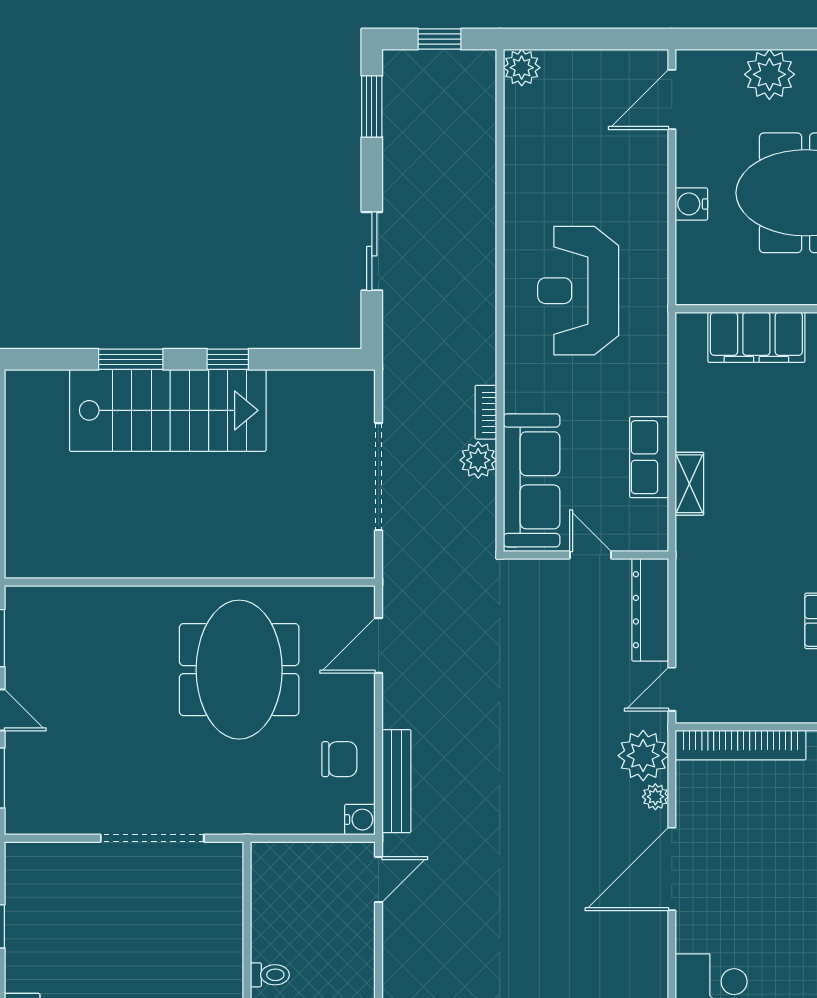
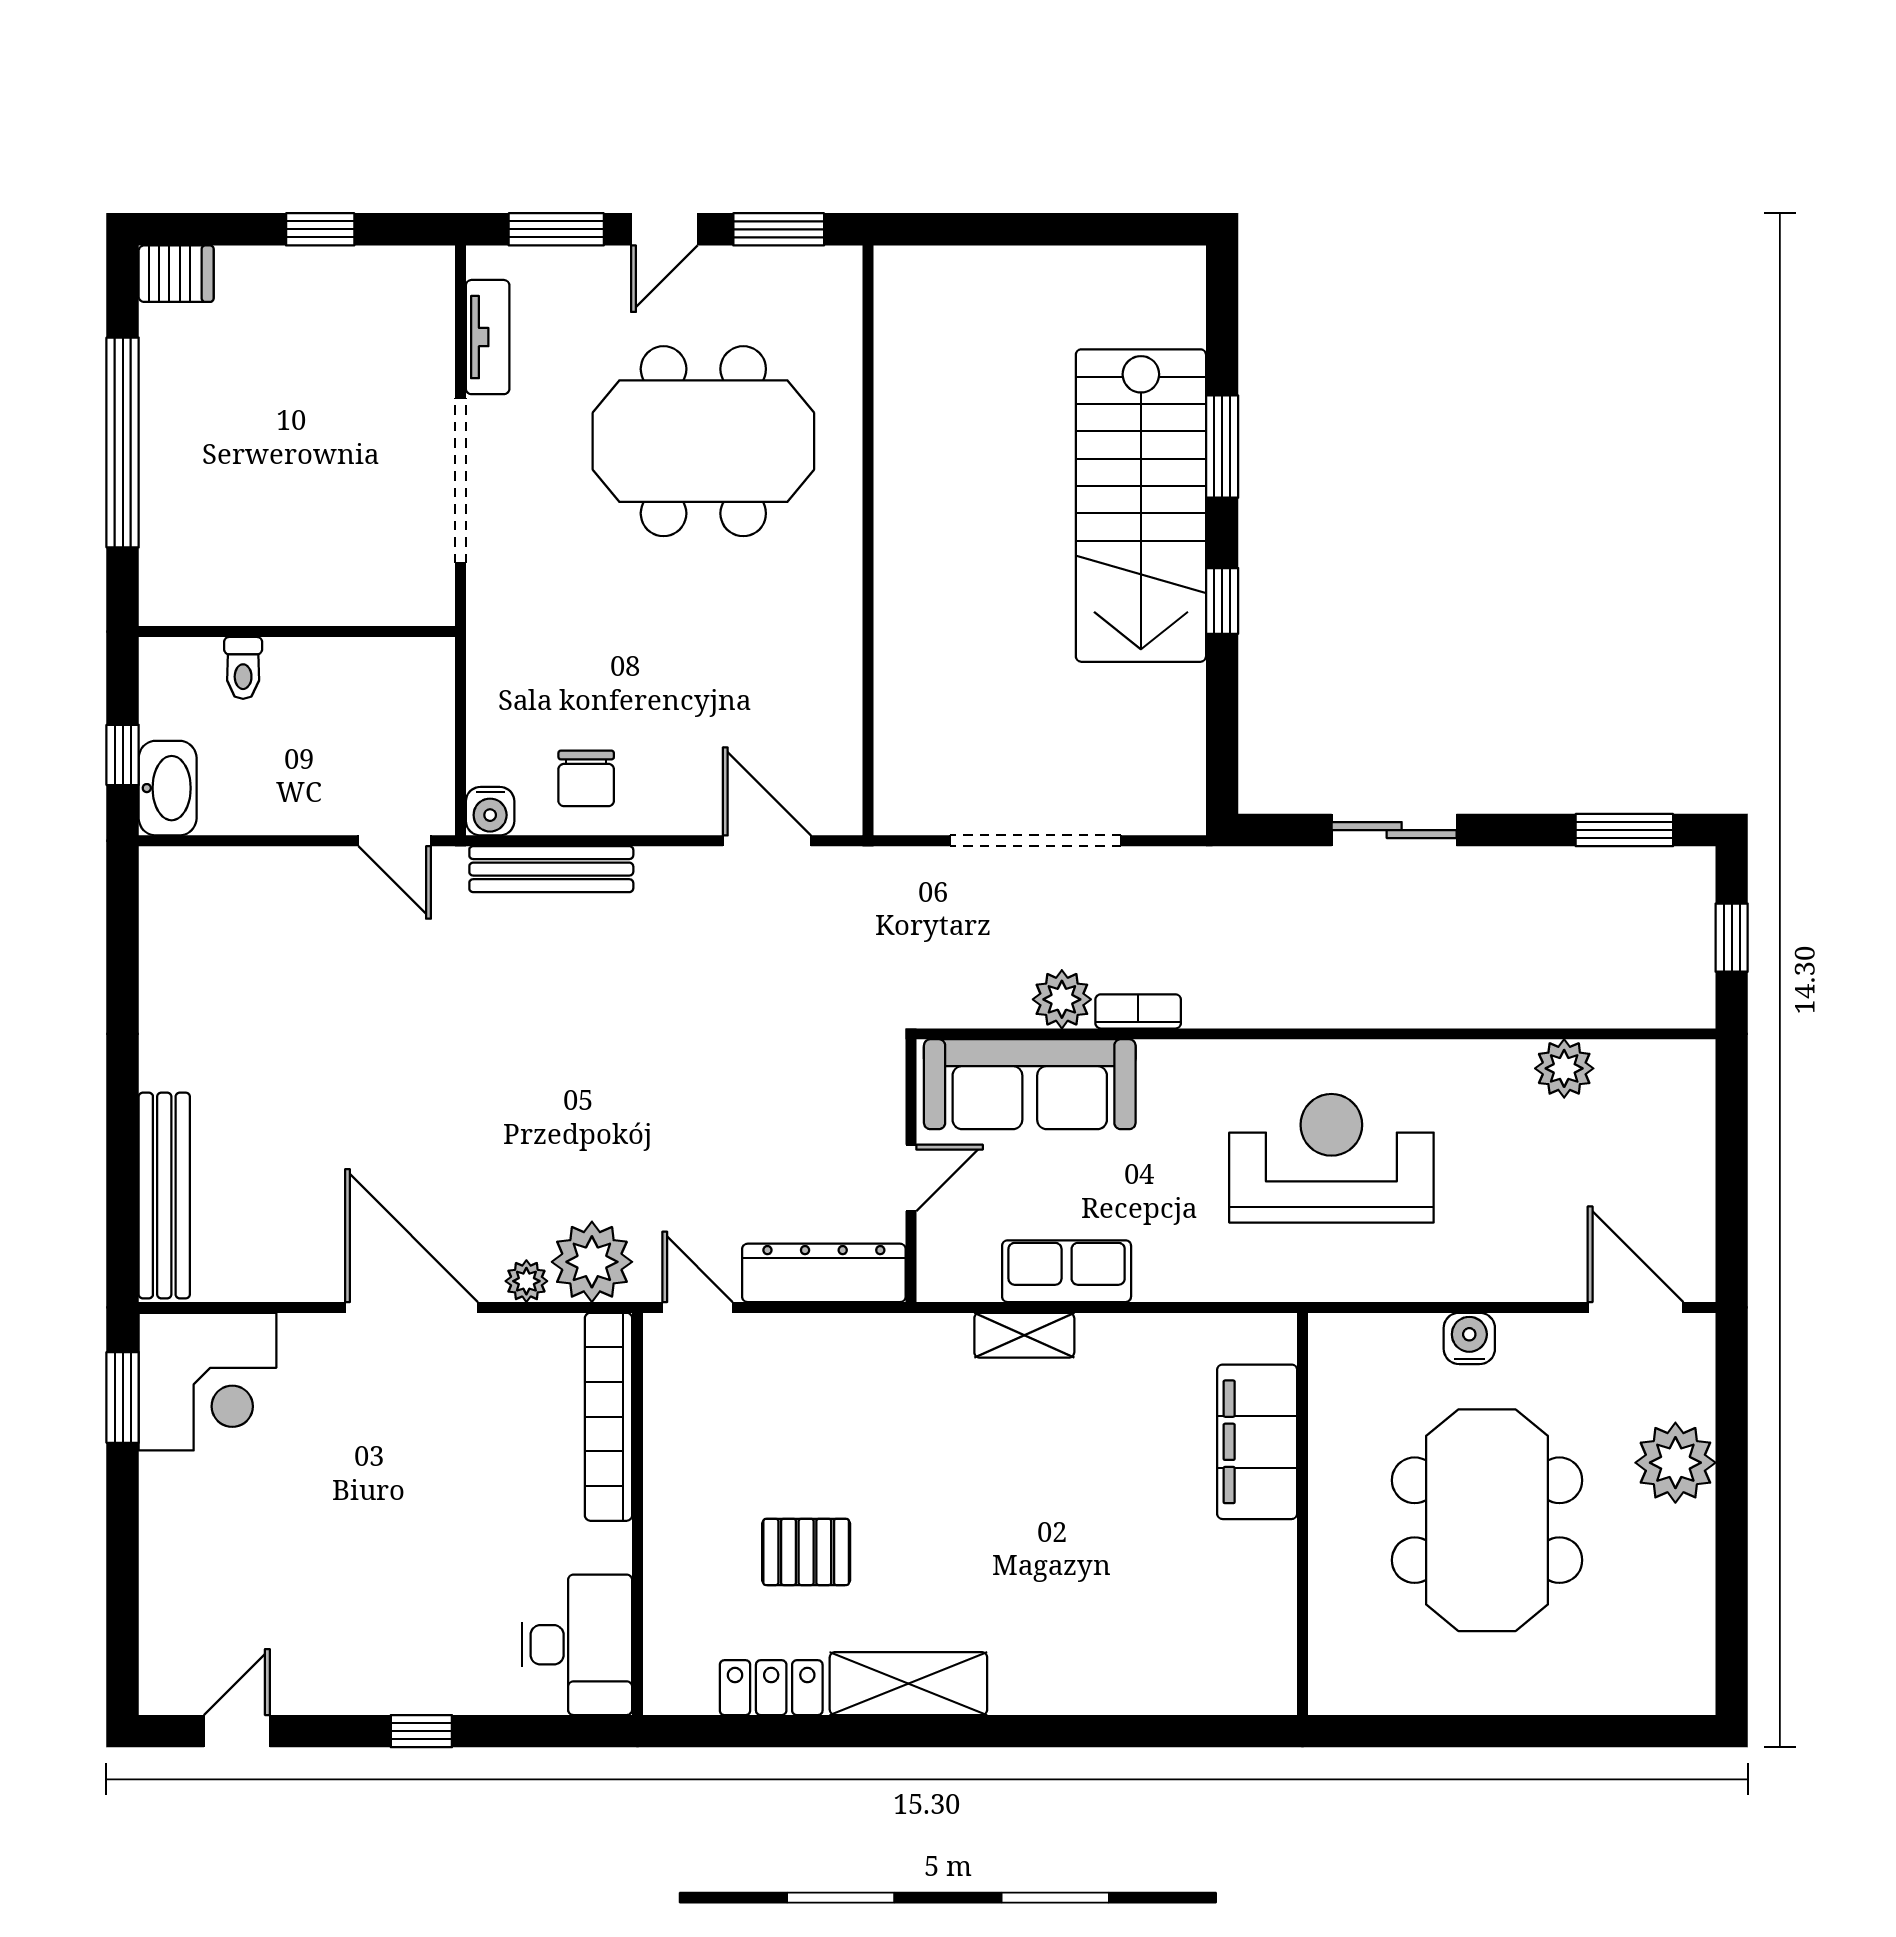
plant: (522, 68) -> (1564, 1068), moved
meeting table: (239, 670) -> (703, 441), moved
tv unit: (62, 821) -> (488, 337), added

